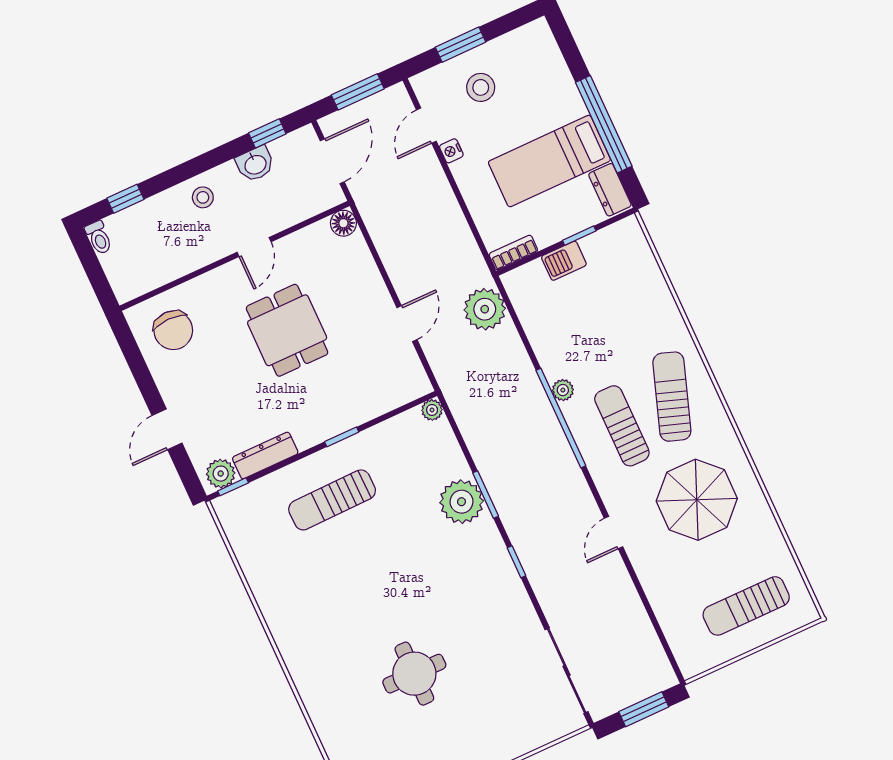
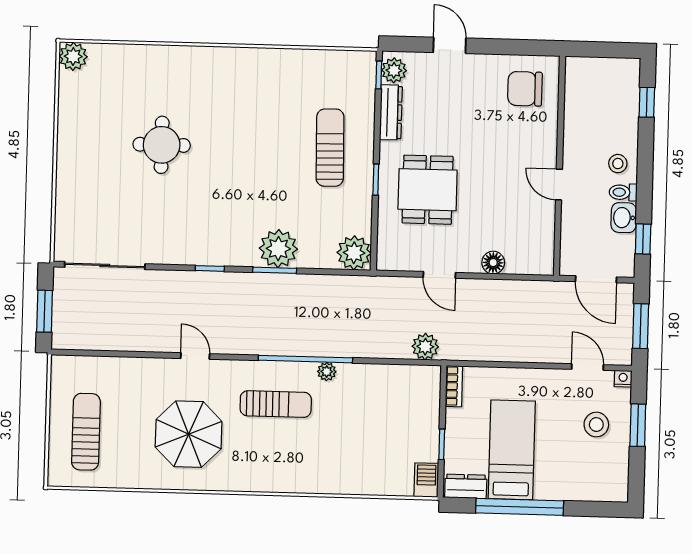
nightstand: (451, 151) -> (623, 379), moved
floor lamp: (343, 223) -> (493, 263), moved
toilet: (99, 238) -> (623, 192), moved
barbecue: (564, 261) -> (426, 480), moved
plant: (485, 309) -> (425, 347), width x0.73, depth x0.73
dining table: (287, 330) -> (428, 190), moved, turned 90
sun lounger: (672, 397) -> (279, 455), removed
plant: (432, 410) -> (354, 253), width x1.88, depth x1.88

